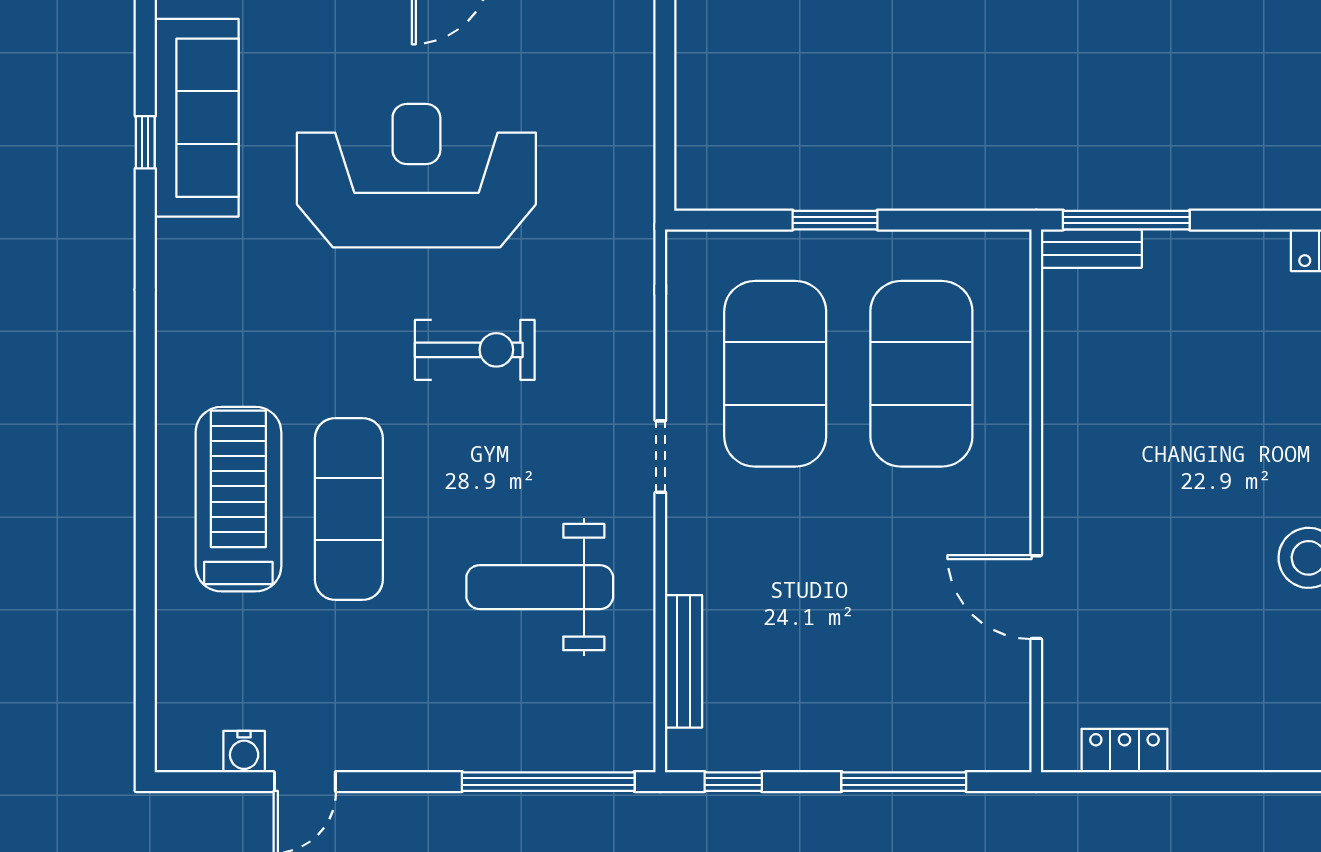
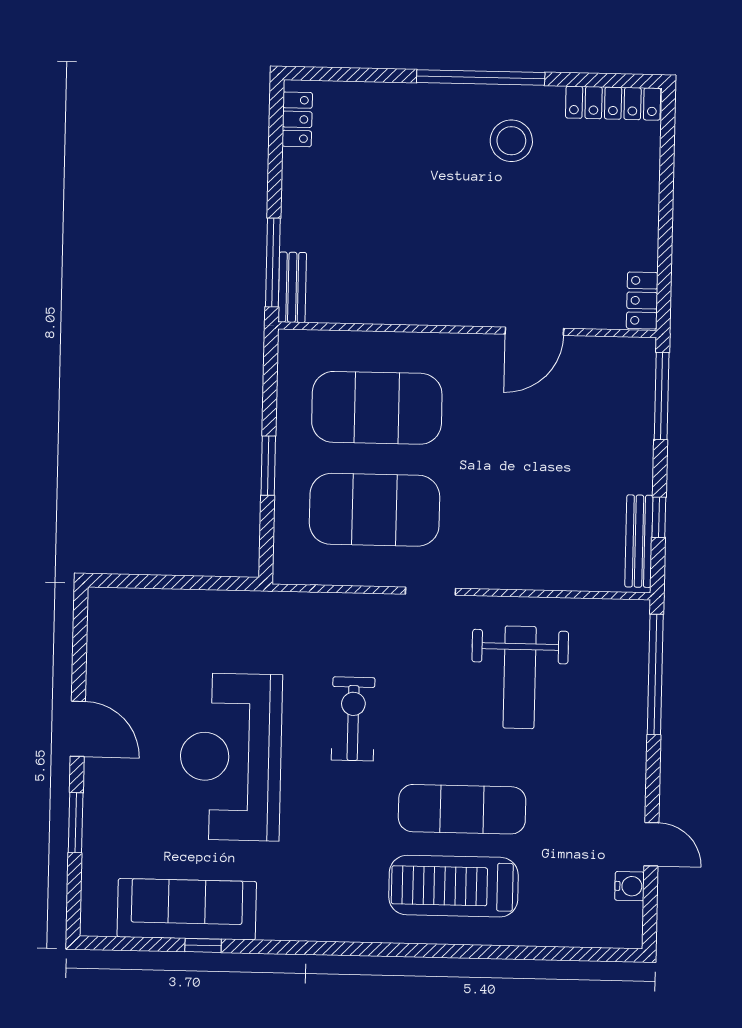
bench: (684, 661) -> (639, 541), moved, turned 90
locker: (1124, 751) -> (642, 301), moved
window: (733, 782) -> (659, 517), moved
window: (904, 782) -> (662, 396), moved

